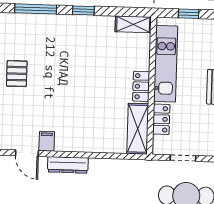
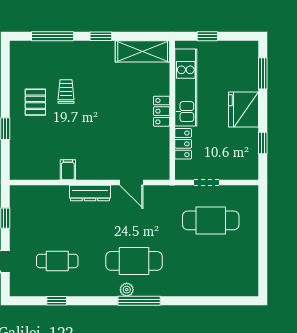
shelving: (133, 24) -> (143, 51), width x1.50, depth x1.33
trolley: (47, 64) -> (66, 91), added
shelving: (138, 129) -> (159, 154), removed
door: (27, 153) -> (131, 182), moved

